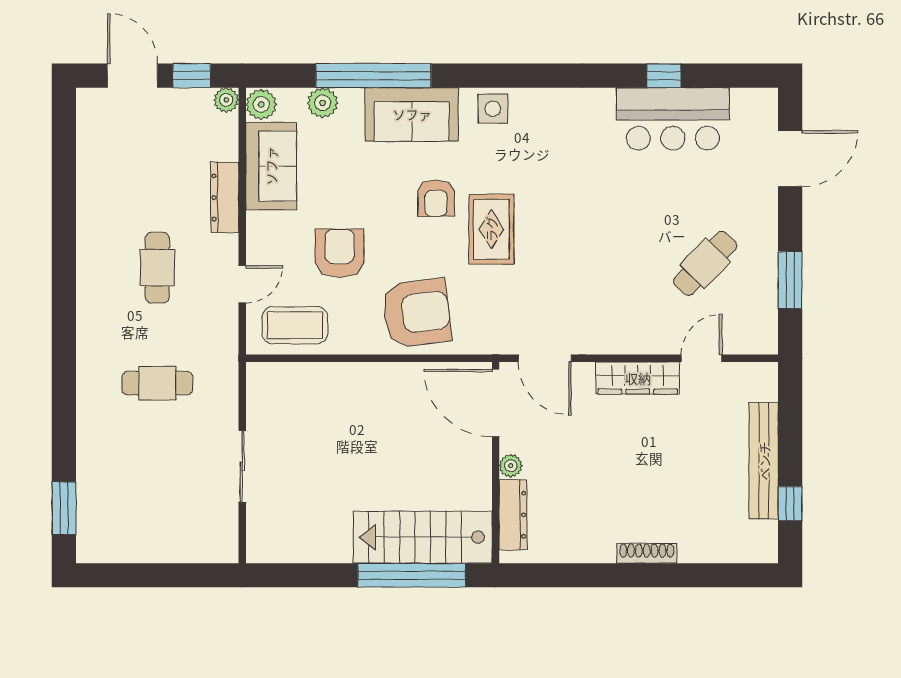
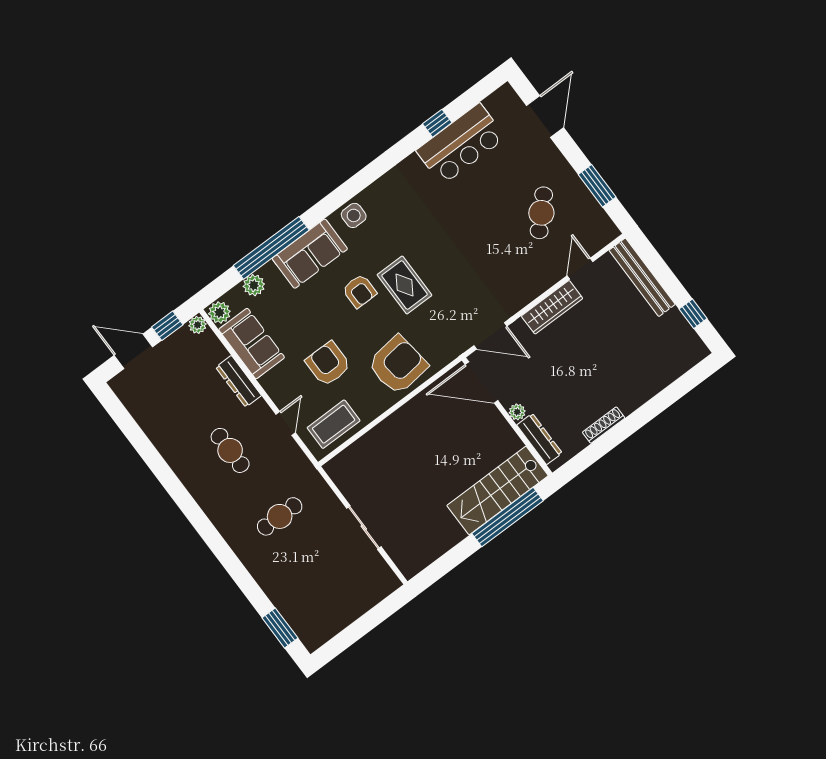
bench: (764, 461) -> (642, 277), moved
shoe rack: (647, 553) -> (604, 425), moved

